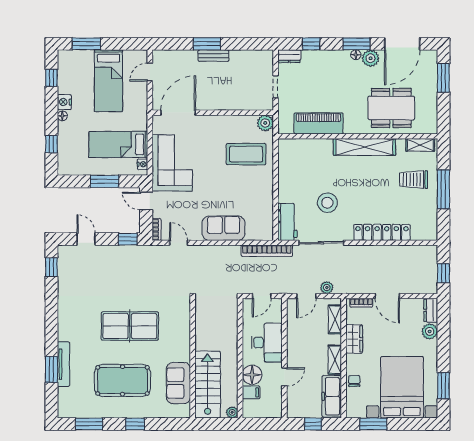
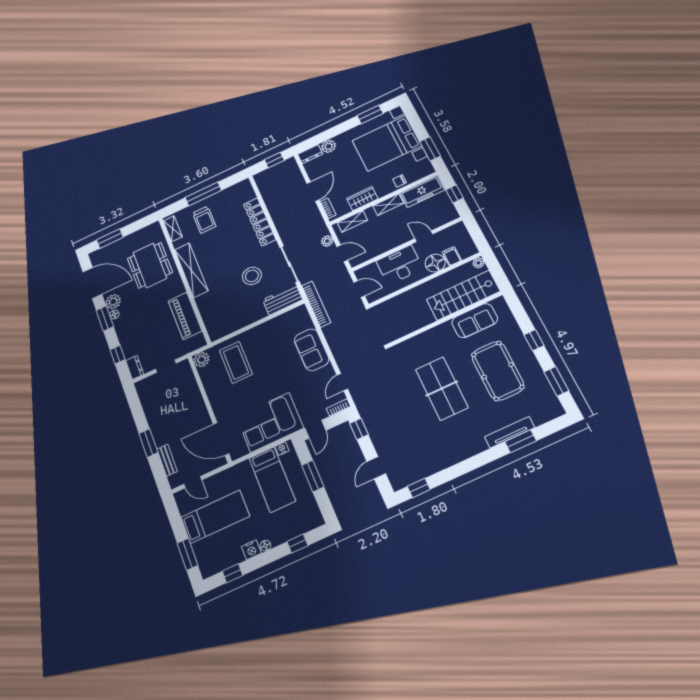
bench: (213, 56) -> (167, 460), moved

